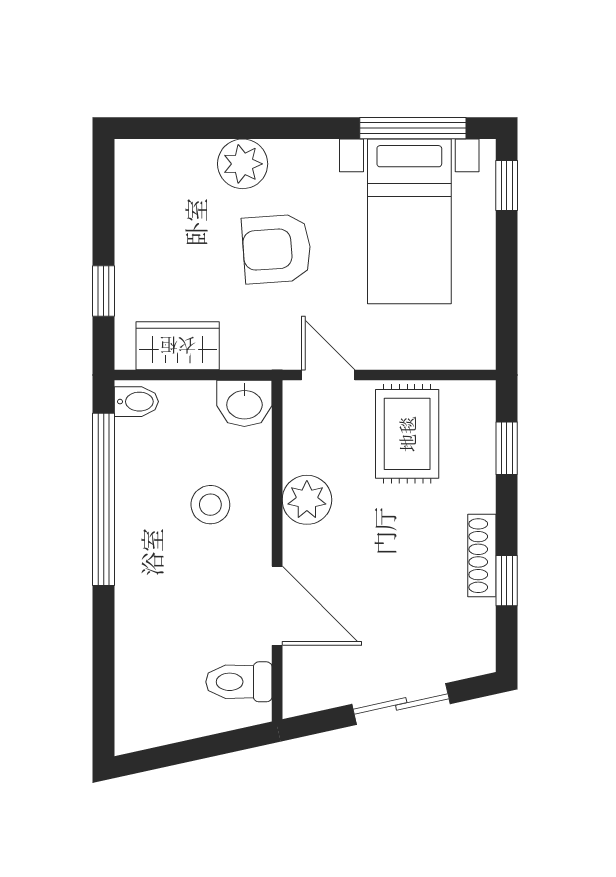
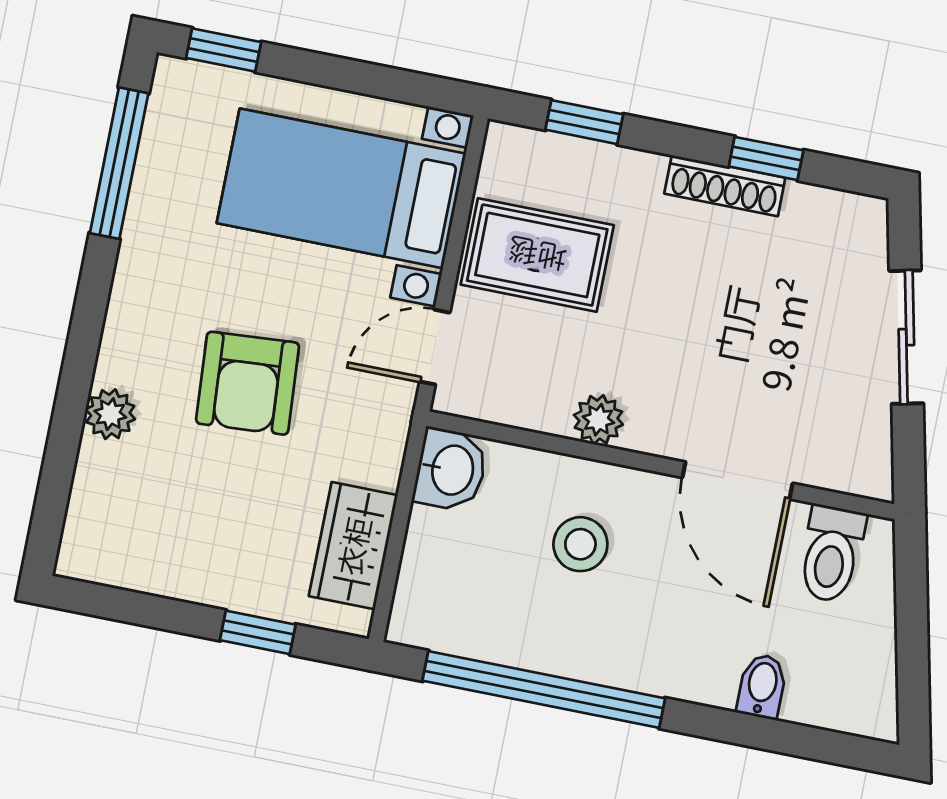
plant: (243, 164) -> (110, 414), width x0.73, depth x0.73
bed with nightstands: (409, 221) -> (341, 188), moved, turned 180
bidet: (136, 402) -> (762, 686), moved
plant: (307, 500) -> (598, 420), width x0.73, depth x0.73
door: (277, 606) -> (738, 480), swing flipped

